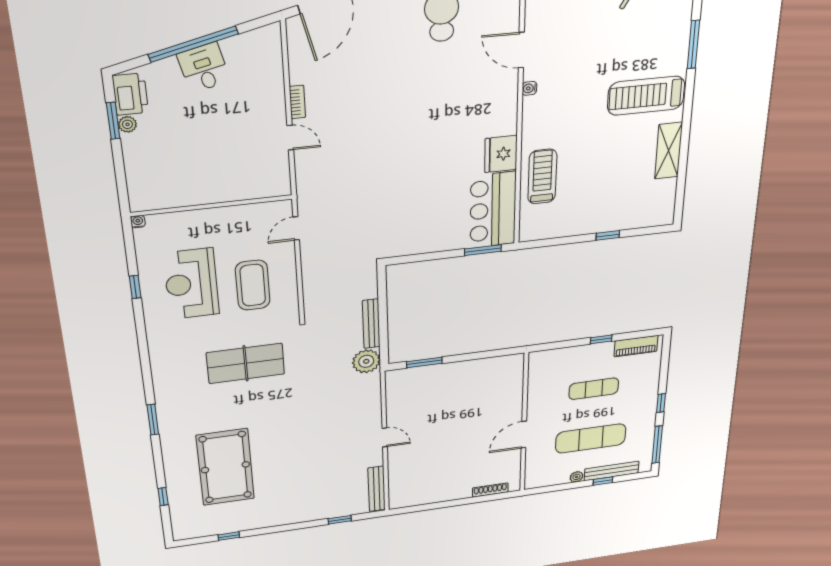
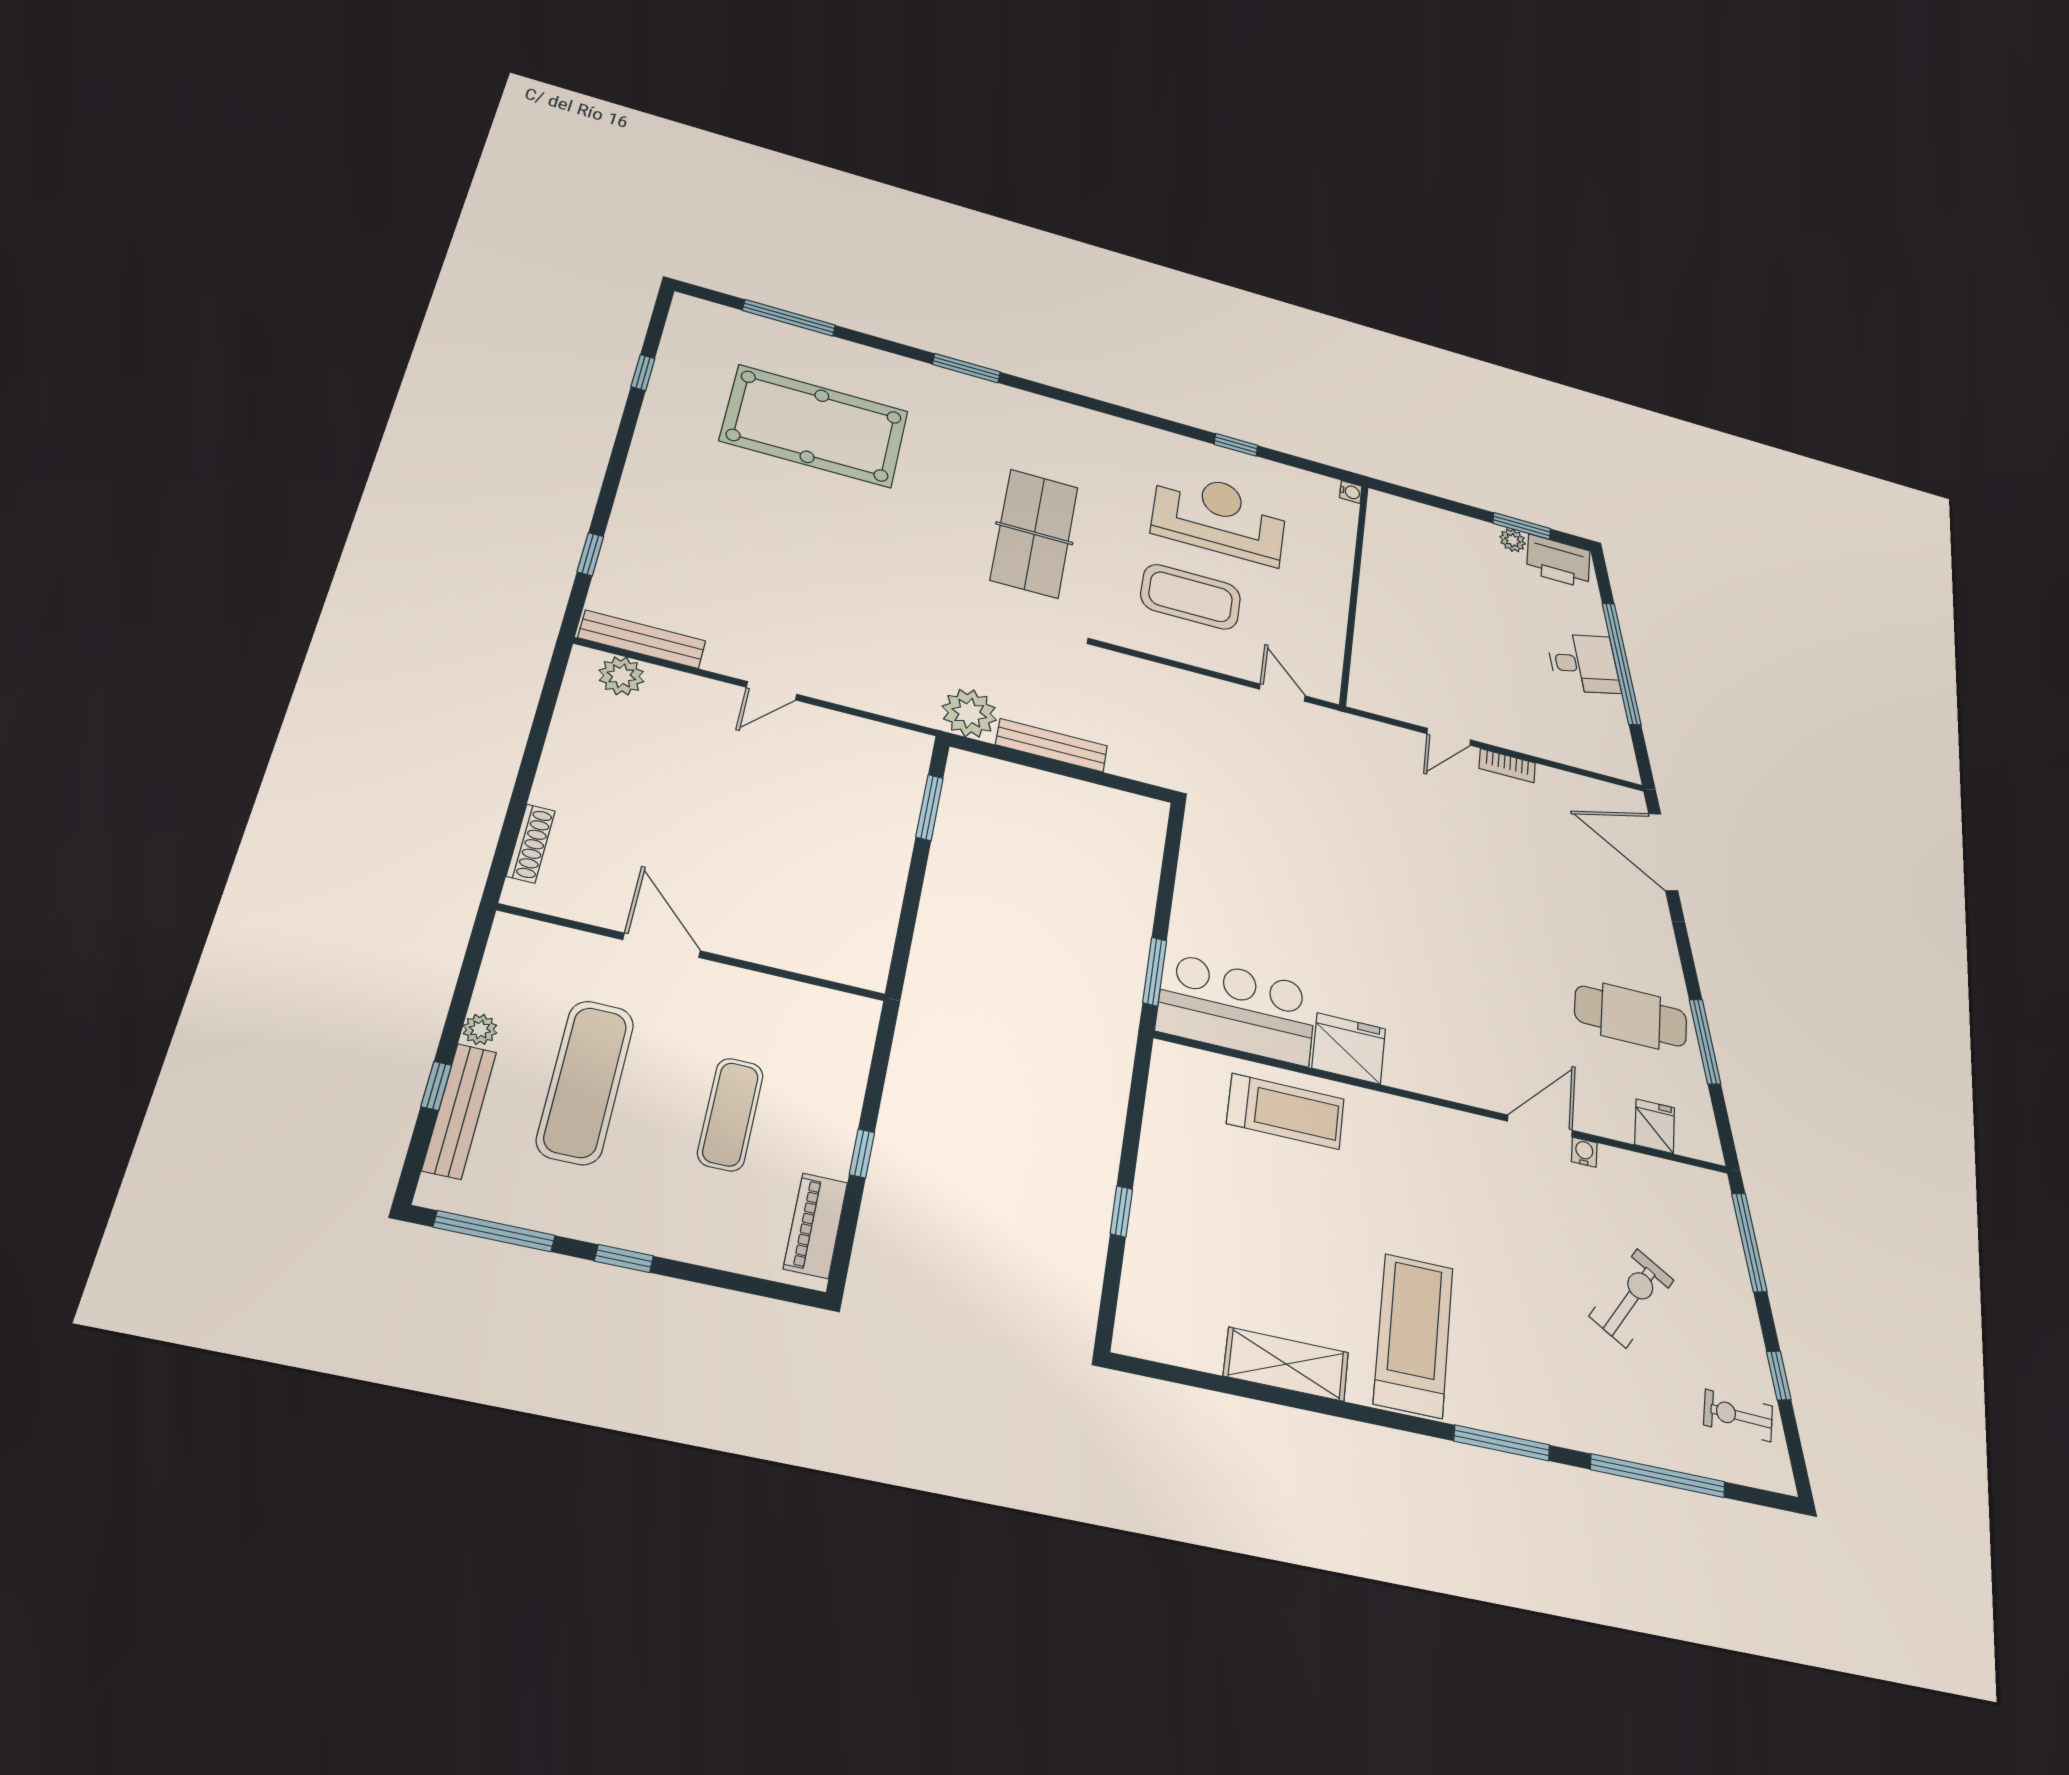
water cooler: (529, 88) -> (1584, 1152), moved
plant: (398, 489) -> (621, 676), added
window: (163, 497) -> (789, 318), width x2.17

